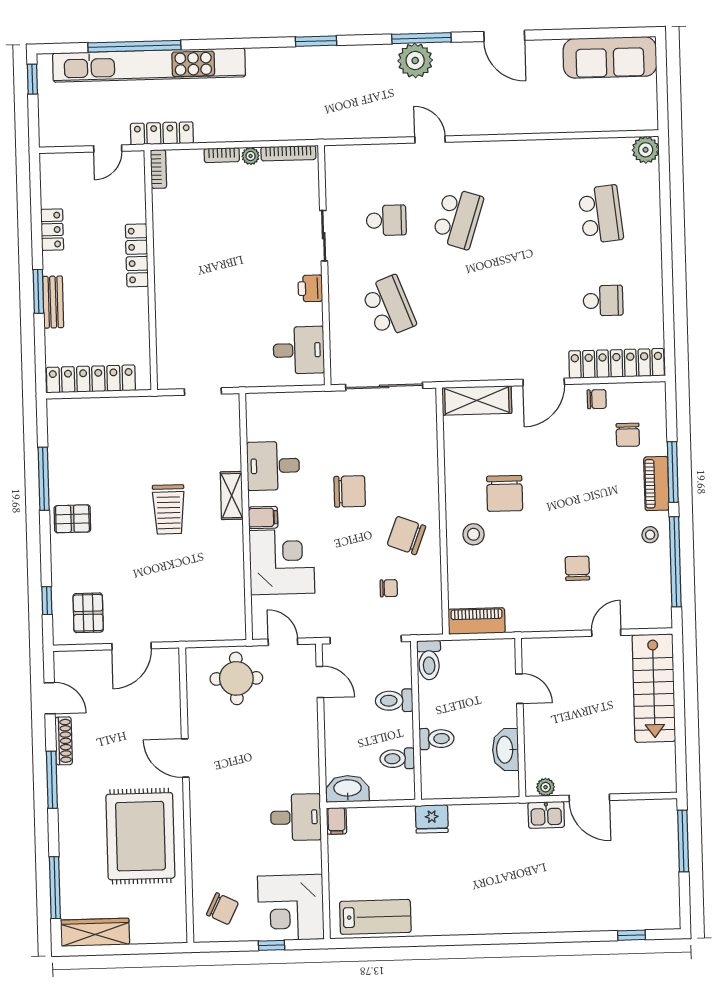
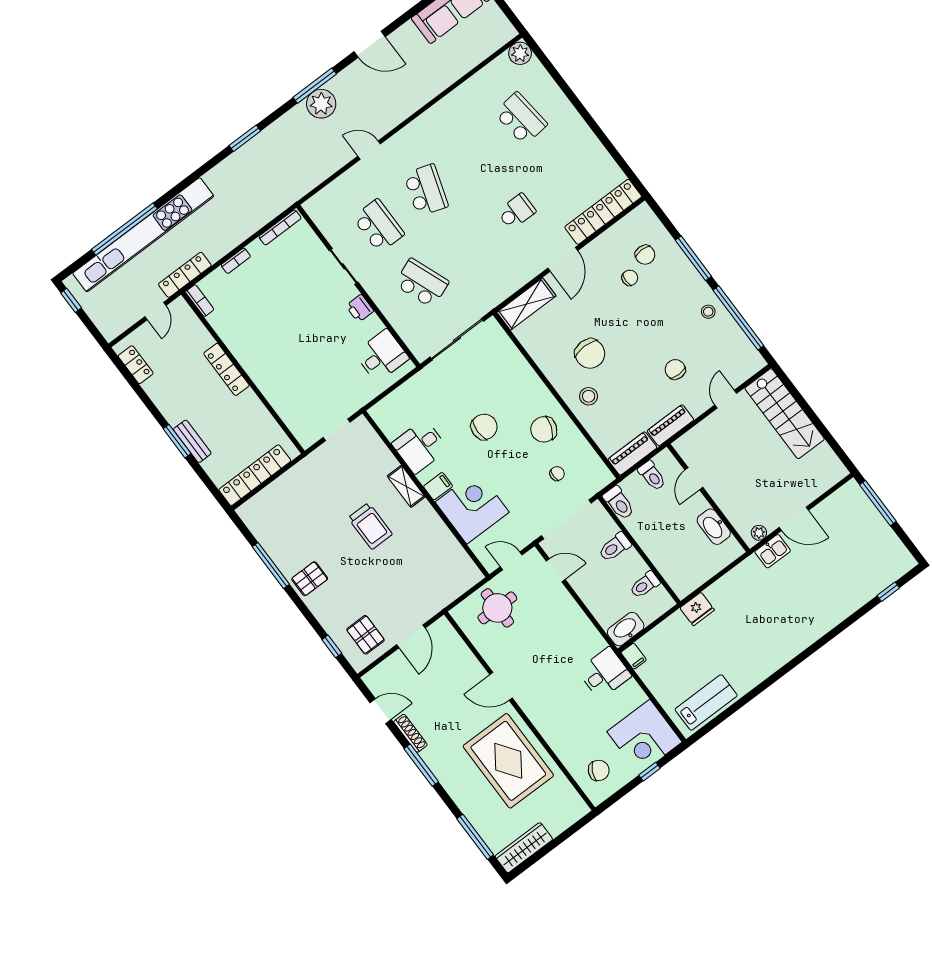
plant: (251, 156) -> (256, 247), removed
school desk: (386, 220) -> (378, 226), width x1.85
locker: (52, 230) -> (136, 365), moved
school desk: (603, 301) -> (516, 212), moved
chair: (597, 399) -> (630, 278), moved
piano: (656, 484) -> (670, 425), moved, turned 90
door: (519, 689) -> (694, 479), swing flipped
toilet: (437, 739) -> (652, 476), moved, turned 90

